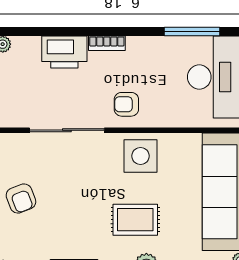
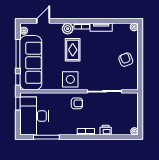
printer: (64, 52) -> (106, 130), width x0.53, depth x0.68
rug: (135, 220) -> (73, 50), turned 90

